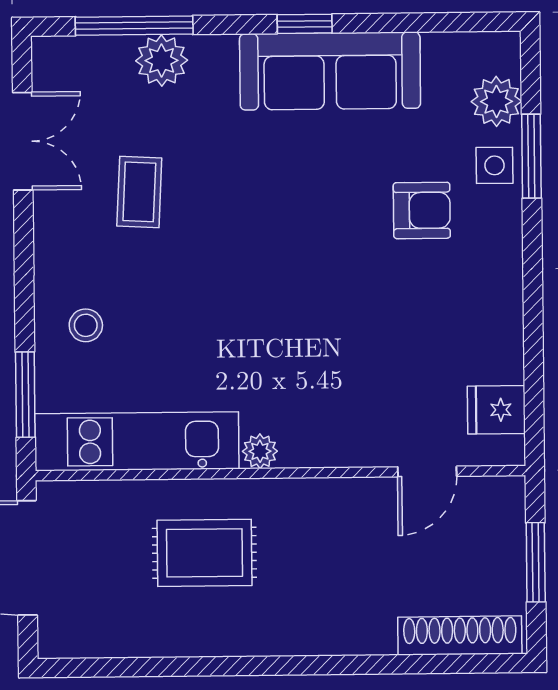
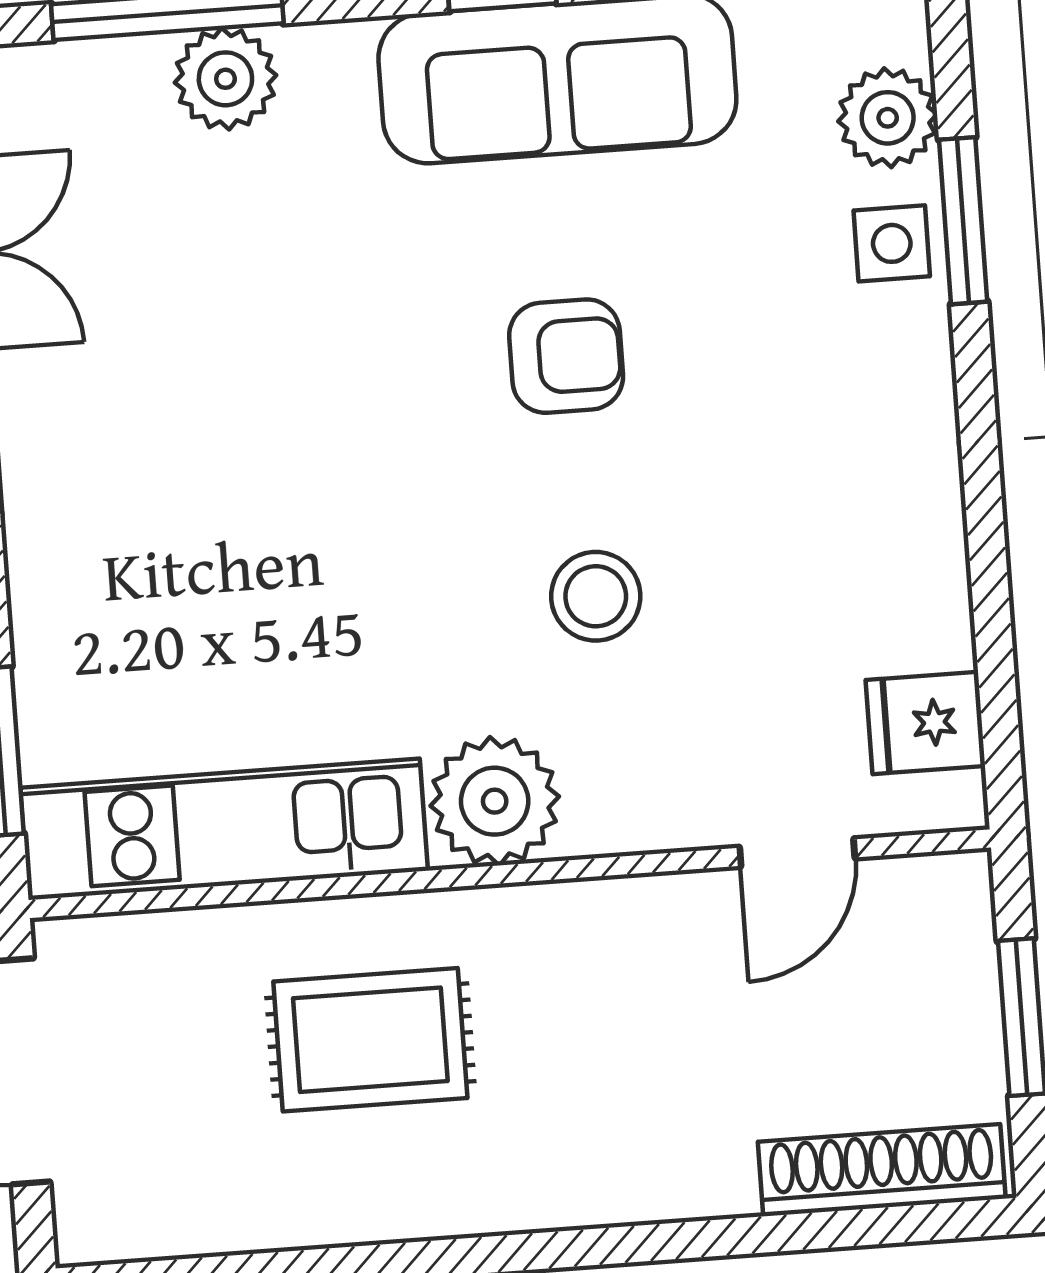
coffee table: (139, 192) -> (198, 339), removed
armchair: (422, 210) -> (566, 356), moved
stool: (86, 325) -> (596, 596), moved, width x1.37, depth x1.37
plant: (260, 451) -> (495, 801), width x1.88, depth x1.88

